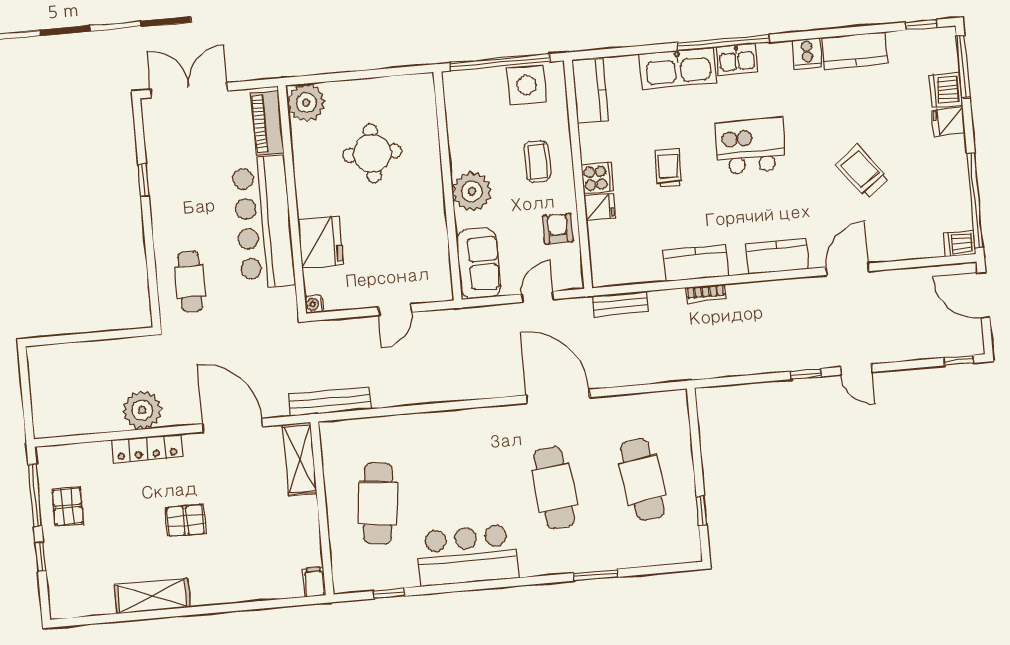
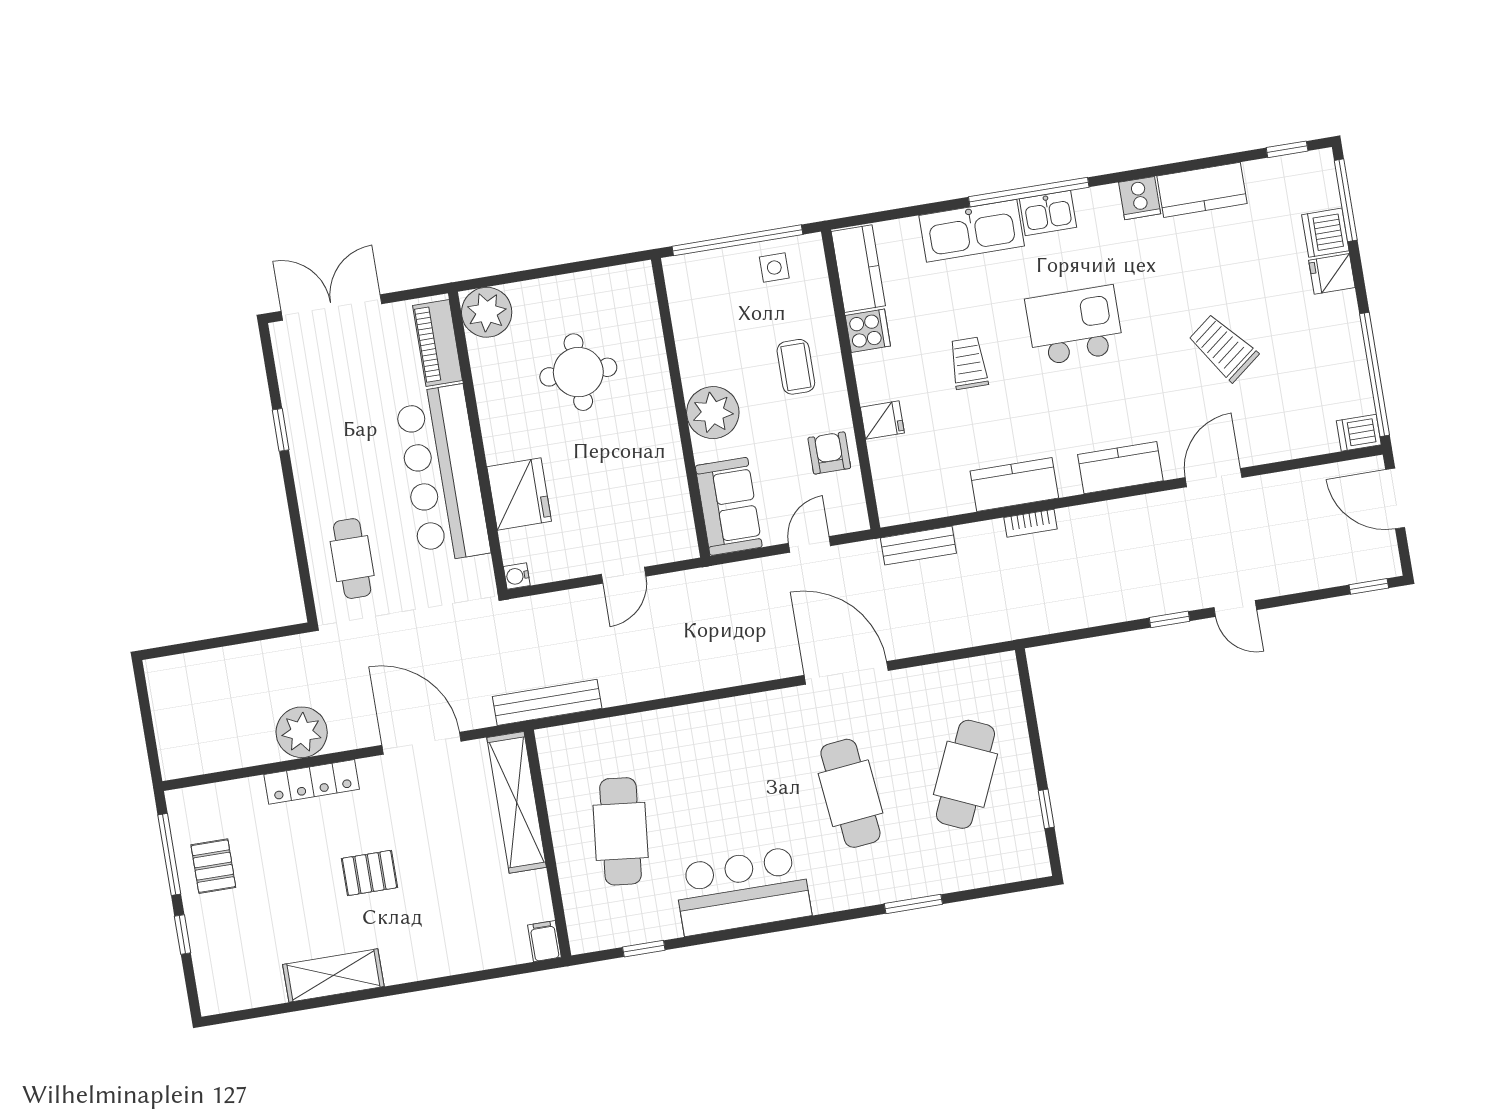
side table: (527, 85) -> (774, 268), width x0.54, depth x0.54
cooker: (597, 178) -> (868, 331), moved
shelving: (299, 459) -> (517, 802), width x1.47
cafe table: (642, 480) -> (965, 774), turned 33

